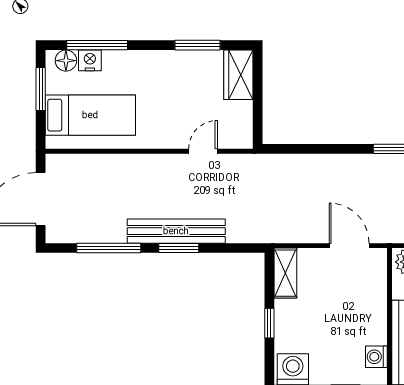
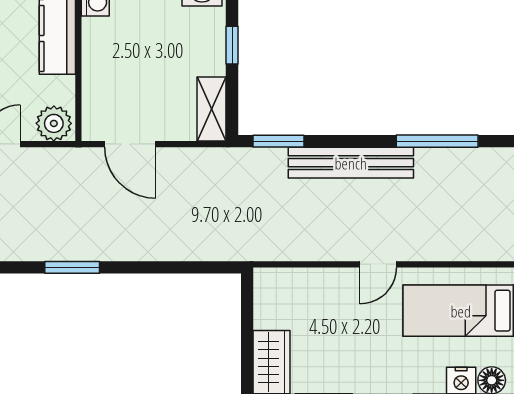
door: (203, 151) -> (378, 264), moved
window: (179, 248) -> (278, 141), moved

